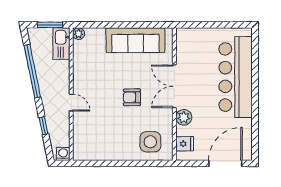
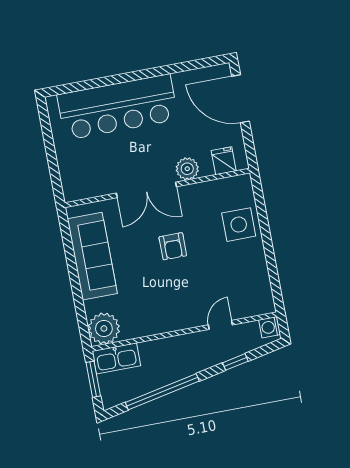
plant: (79, 34) -> (104, 328), width x1.87, depth x1.87
door: (71, 103) -> (220, 325), moved
side table: (150, 142) -> (239, 225), moved

